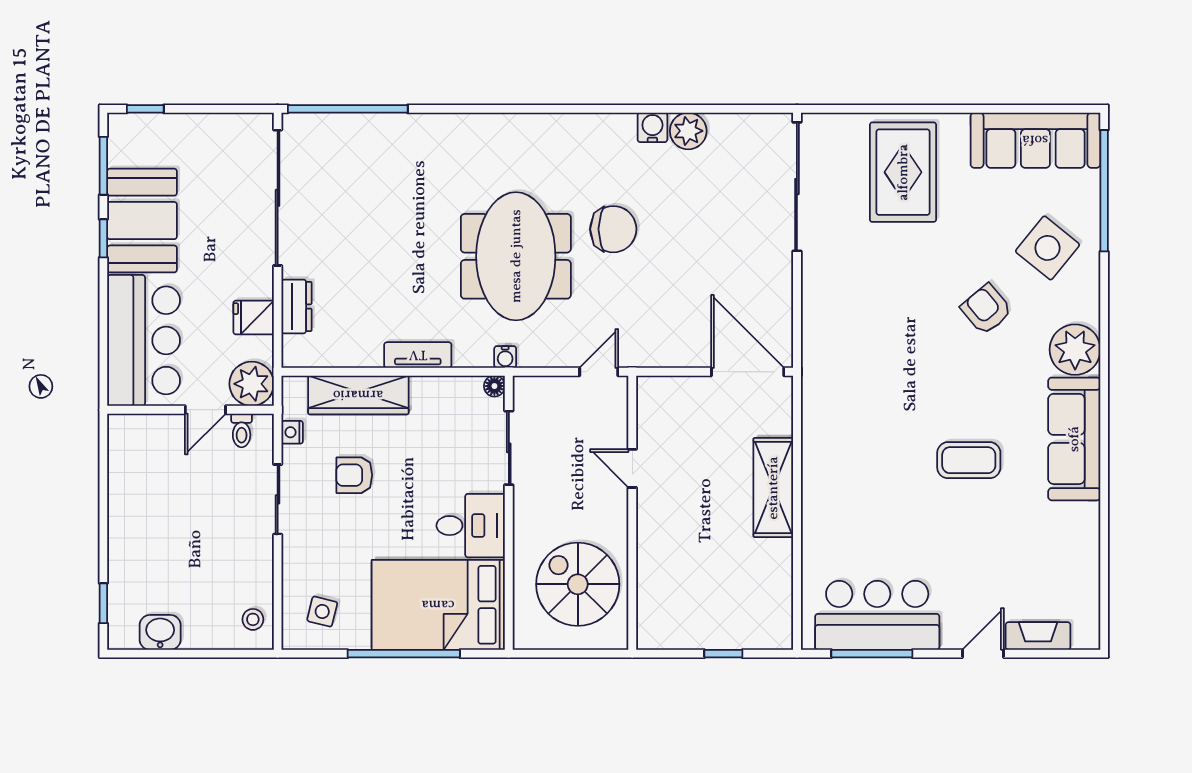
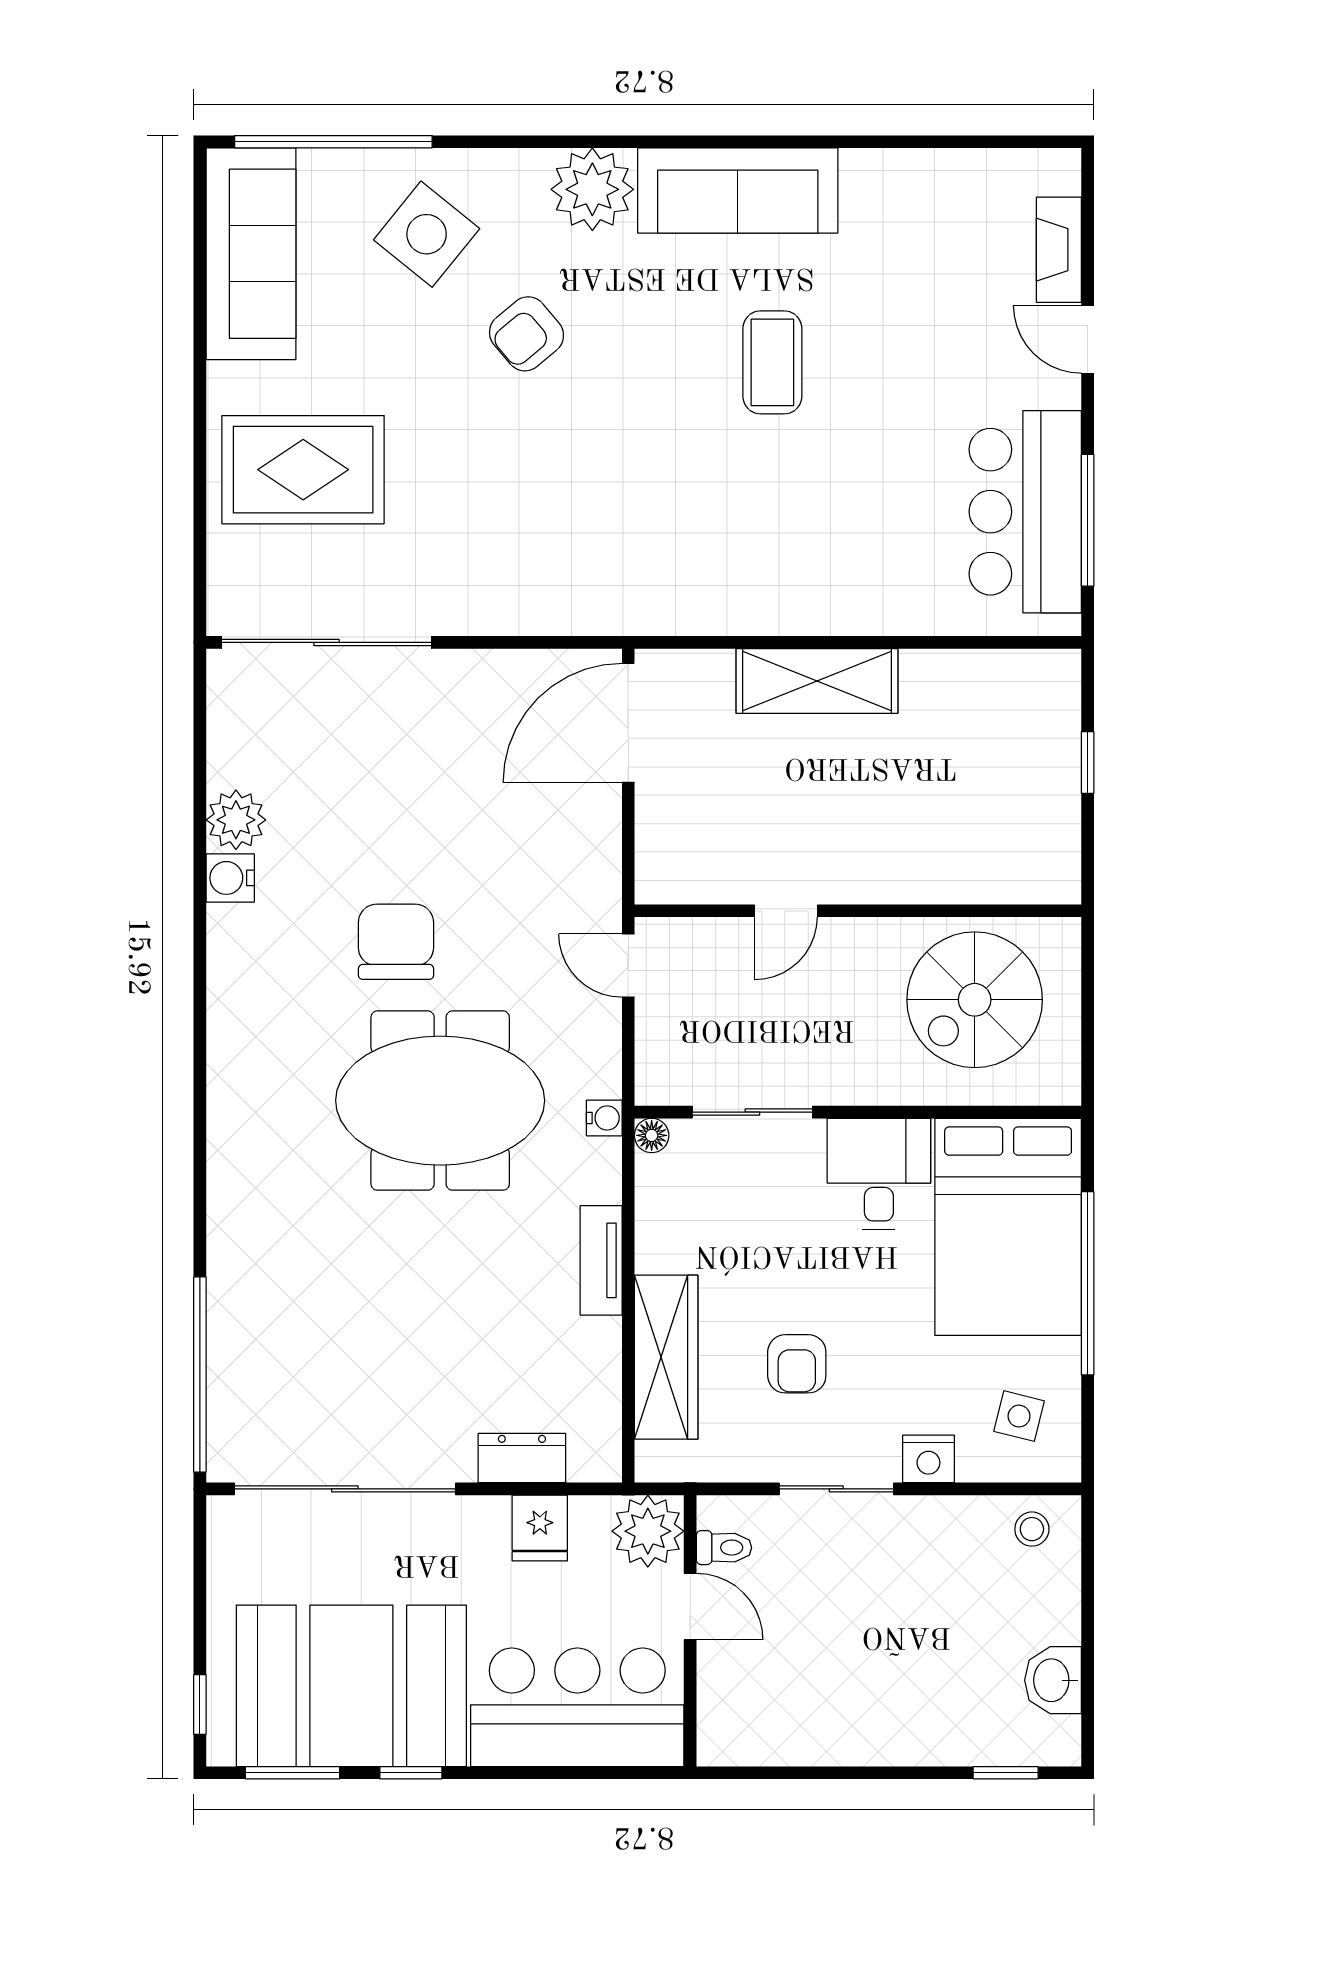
booth: (142, 221) -> (351, 1686), width x1.36, depth x1.42
nightstand: (292, 432) -> (928, 1459), moved, width x1.39, depth x1.35

